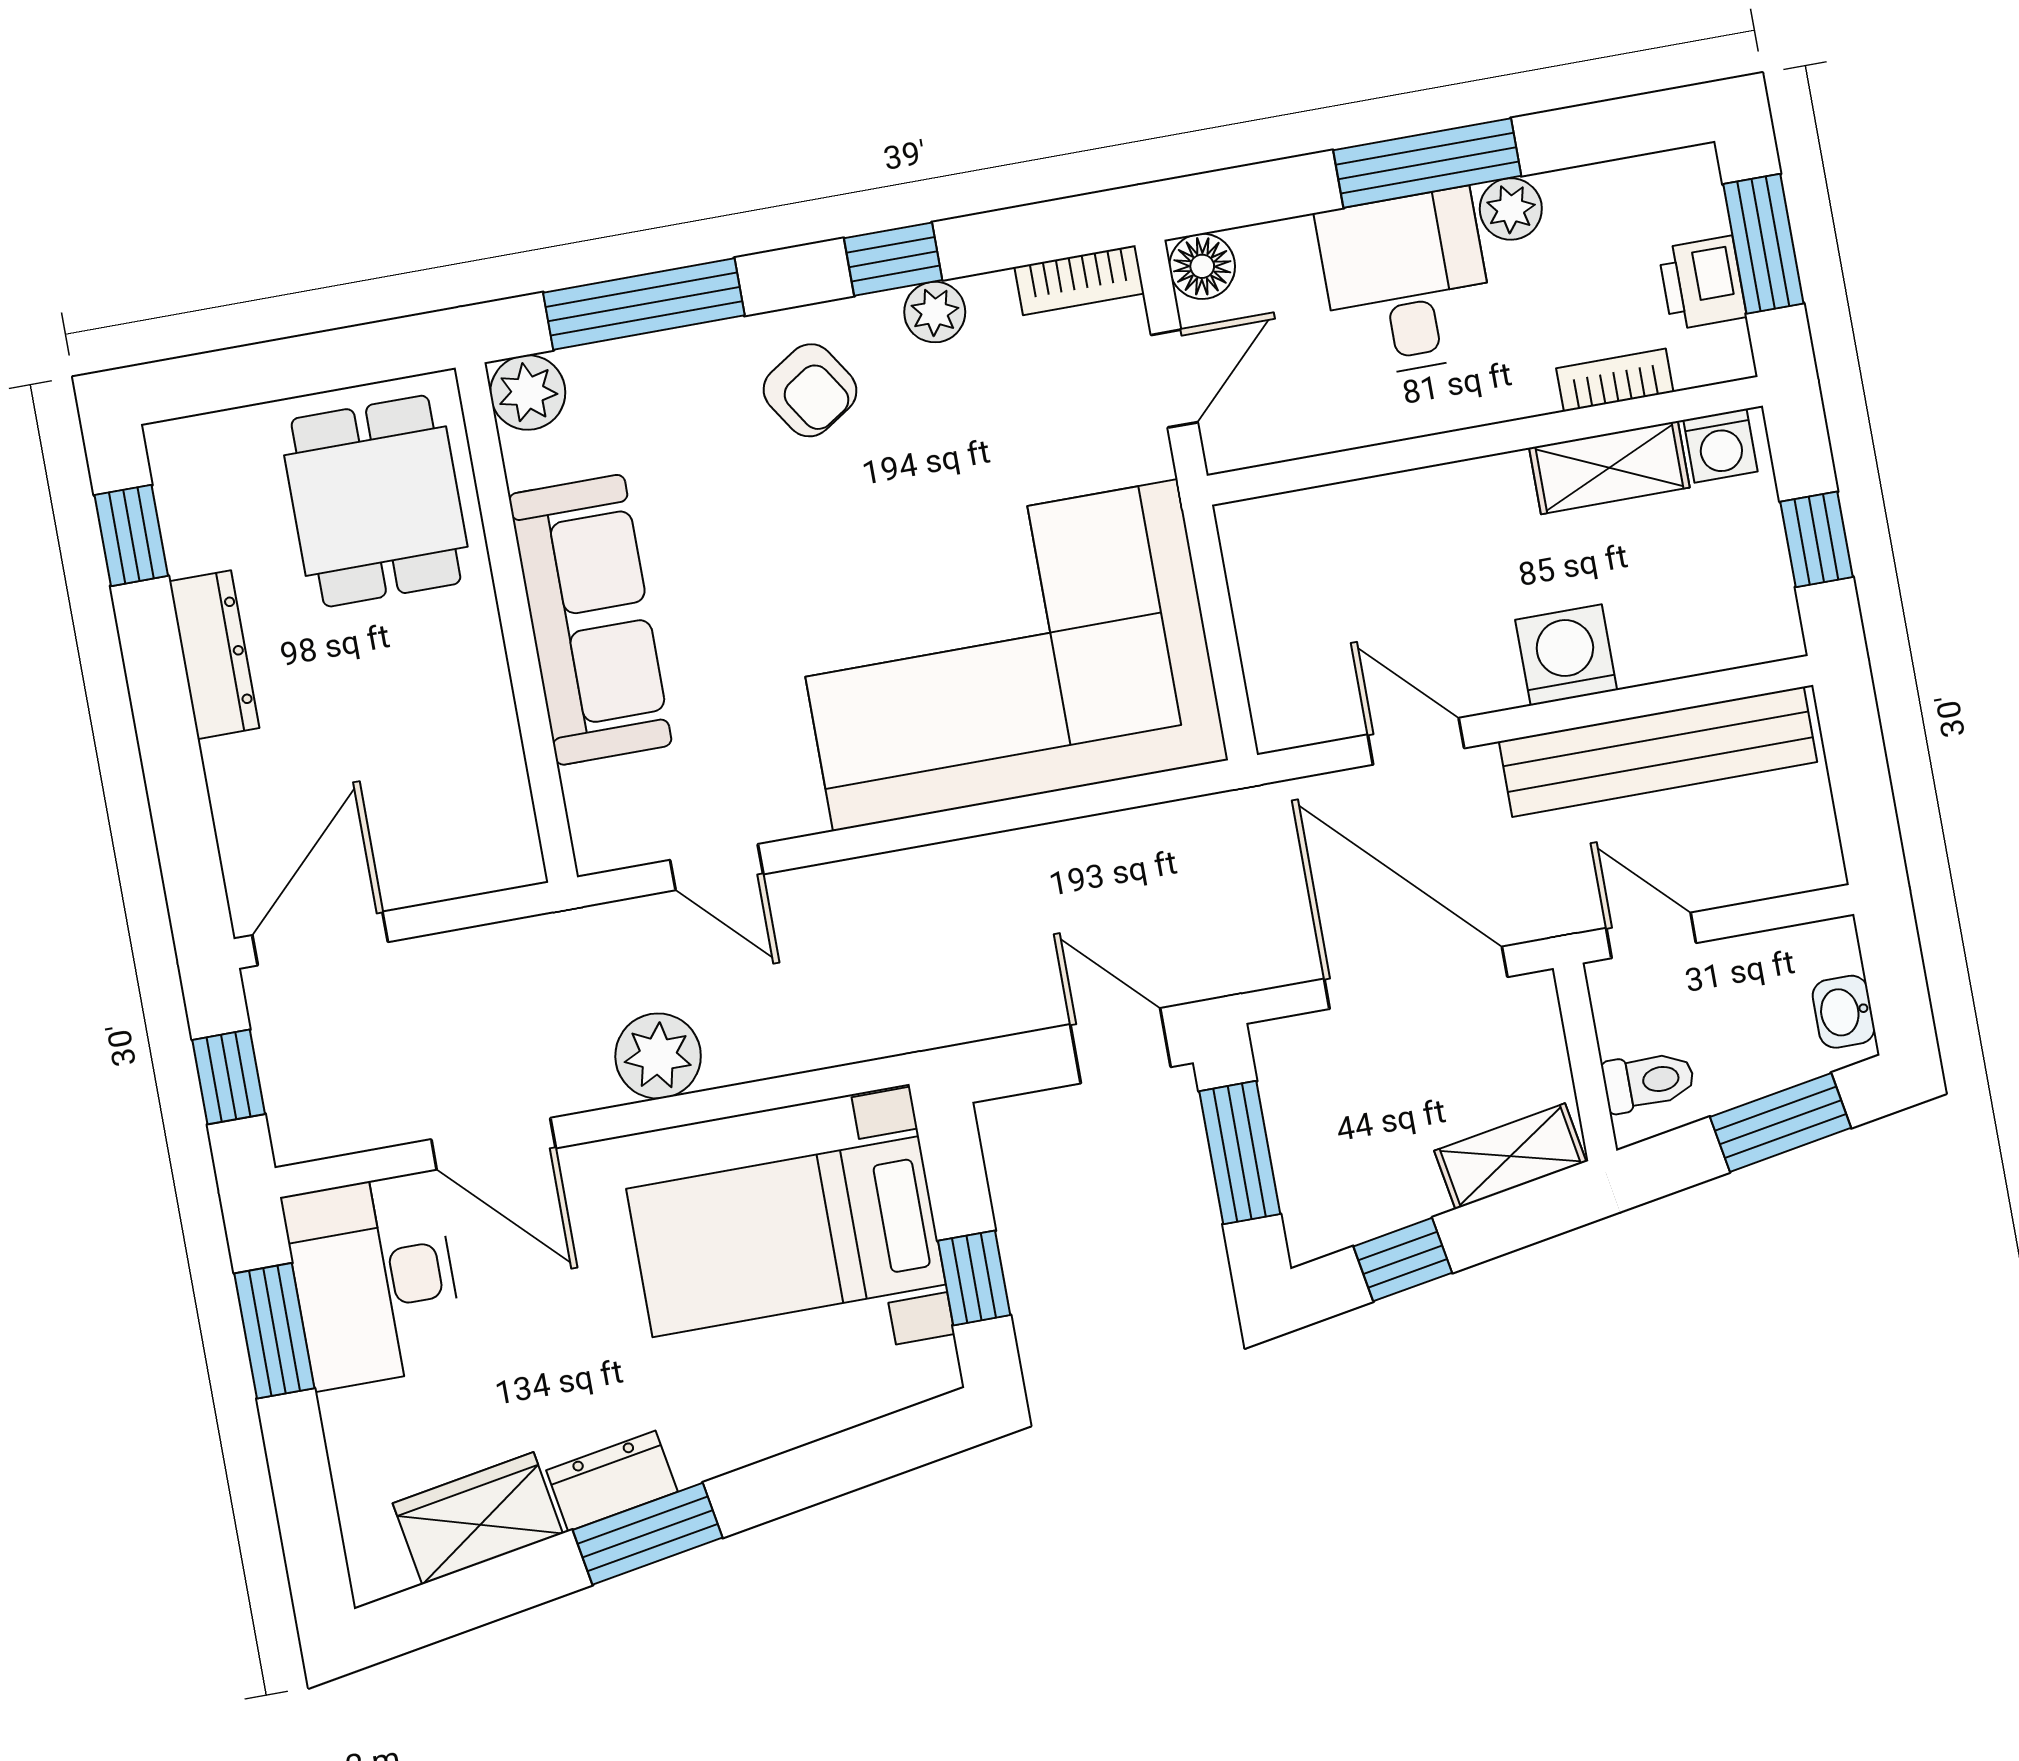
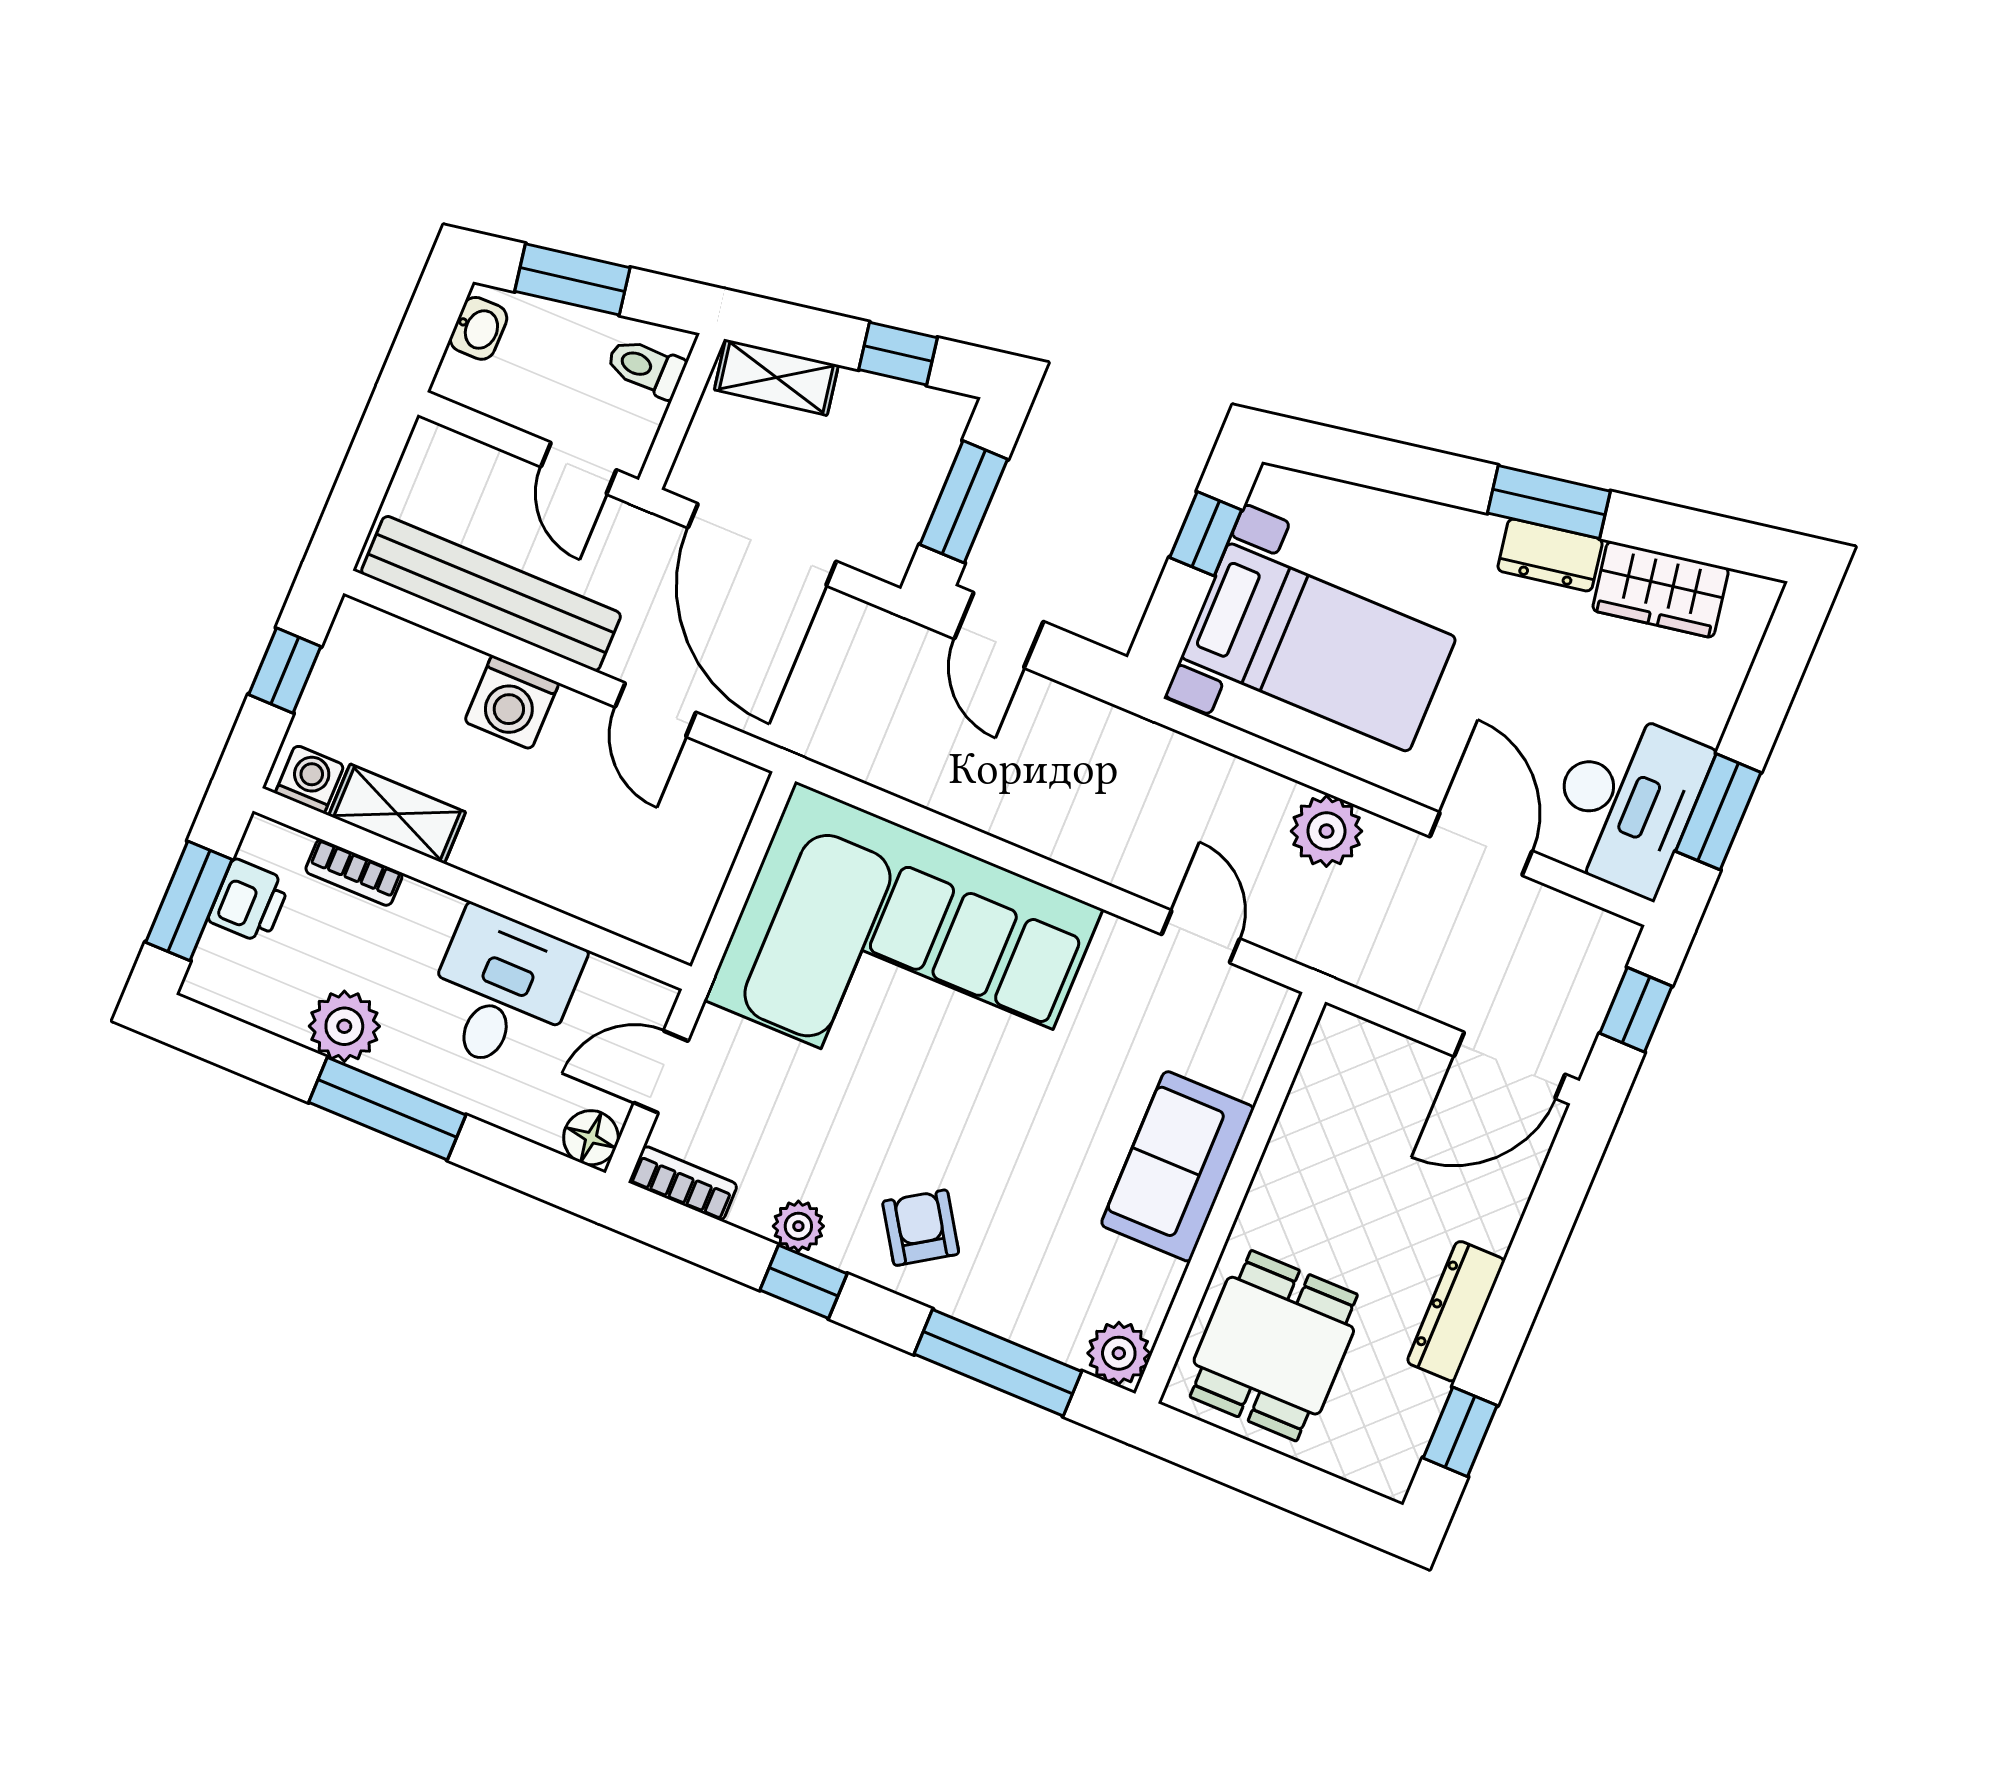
plant: (1511, 209) -> (344, 1026), width x1.38, depth x1.38
desk: (1406, 283) -> (502, 991), moved, turned 180
sofa: (590, 620) -> (1178, 1166), width x0.73

